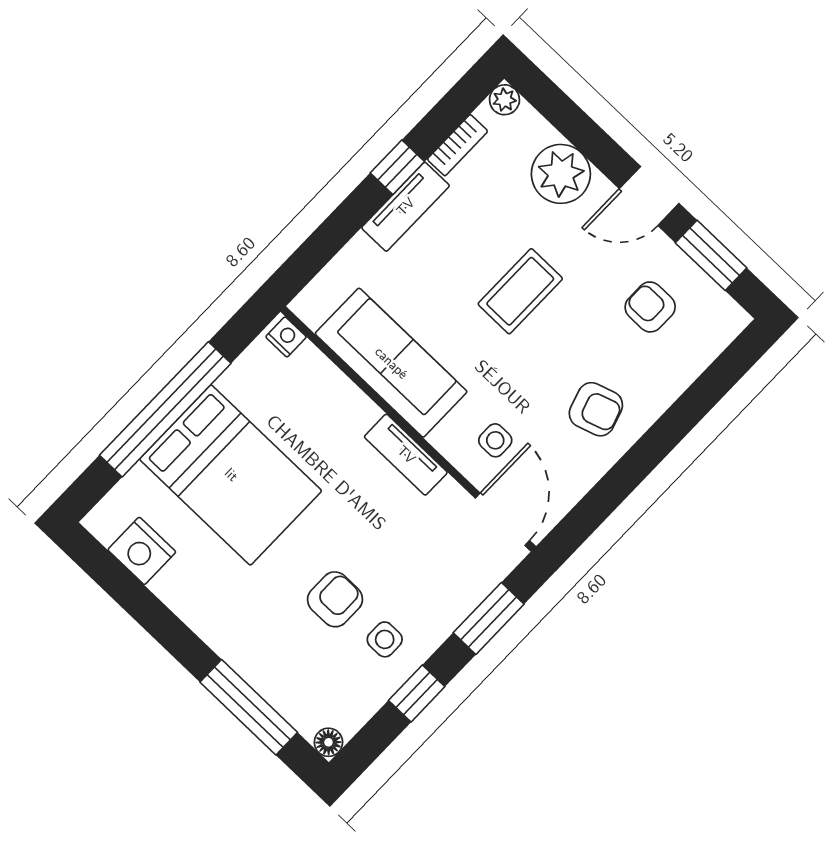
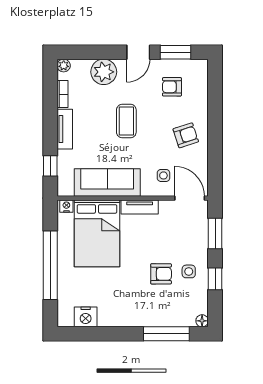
window: (397, 167) -> (50, 166), moved
bed: (231, 475) -> (97, 233), moved, turned 90
armchair: (335, 599) -> (161, 274), turned 90

